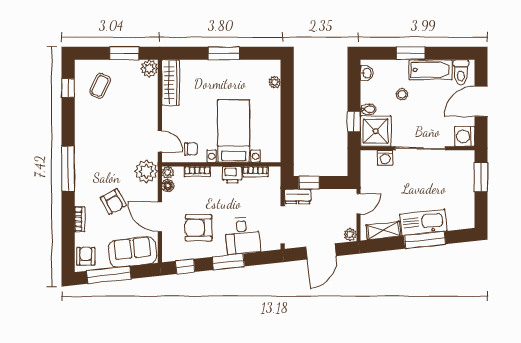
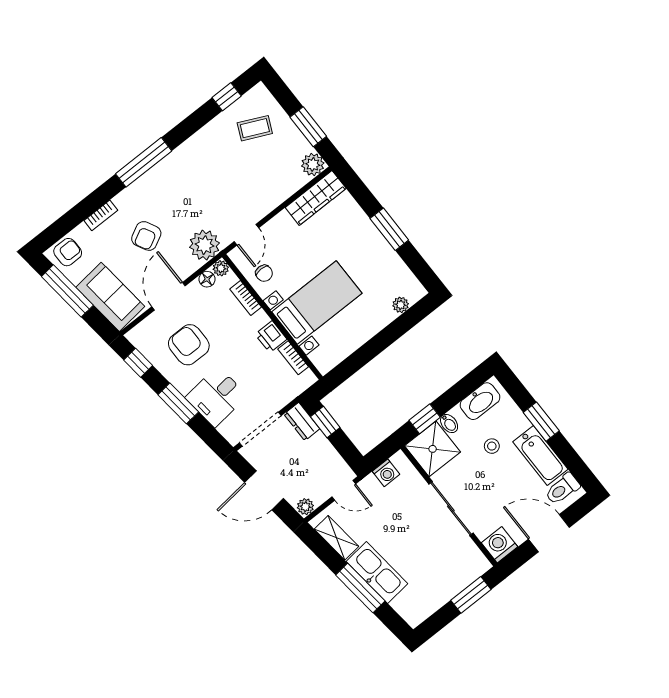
washbasin: (367, 73) -> (480, 401), width x1.91, depth x1.45
washing machine: (385, 158) -> (386, 473), moved, turned -90

